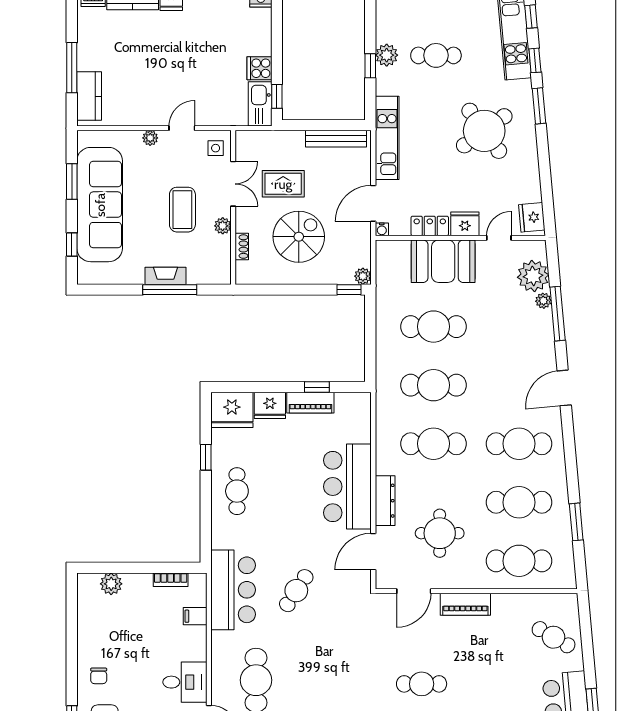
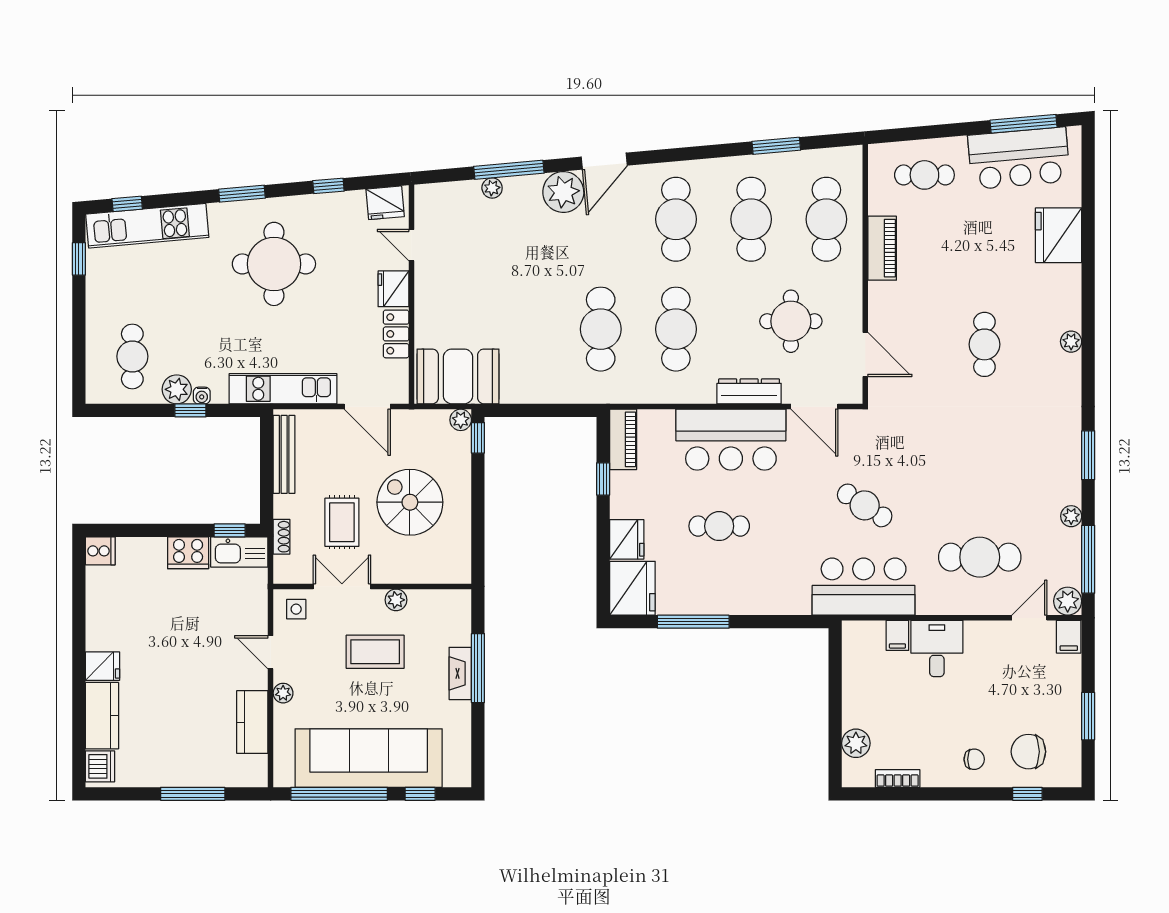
cafe table: (436, 55) -> (132, 356), moved
window: (535, 60) -> (328, 186), moved
cooker: (259, 68) -> (188, 553), width x1.36
kitchen counter: (89, 96) -> (252, 722), moved, turned -90
round table: (484, 131) -> (274, 264), turned 36
window: (72, 182) -> (339, 794), width x2.11
water cooler: (382, 229) -> (202, 396), moved, turned 90
shoe rack: (242, 247) -> (282, 537), moved, turned 90
booth: (443, 261) -> (458, 376), moved, turned 90
plant: (533, 276) -> (563, 192), moved
cafe table: (434, 327) -> (525, 329), removed
door: (564, 388) -> (604, 161), hinge flipped
piano: (310, 403) -> (623, 439), moved
window: (206, 457) -> (693, 622), width x2.17
cafe table: (237, 491) -> (719, 526), moved
bookcase: (171, 580) -> (898, 778), moved, turned -90
piano: (465, 604) -> (882, 248), moved
cafe table: (554, 637) -> (924, 175), turned 60
desk: (185, 682) -> (937, 648), moved

